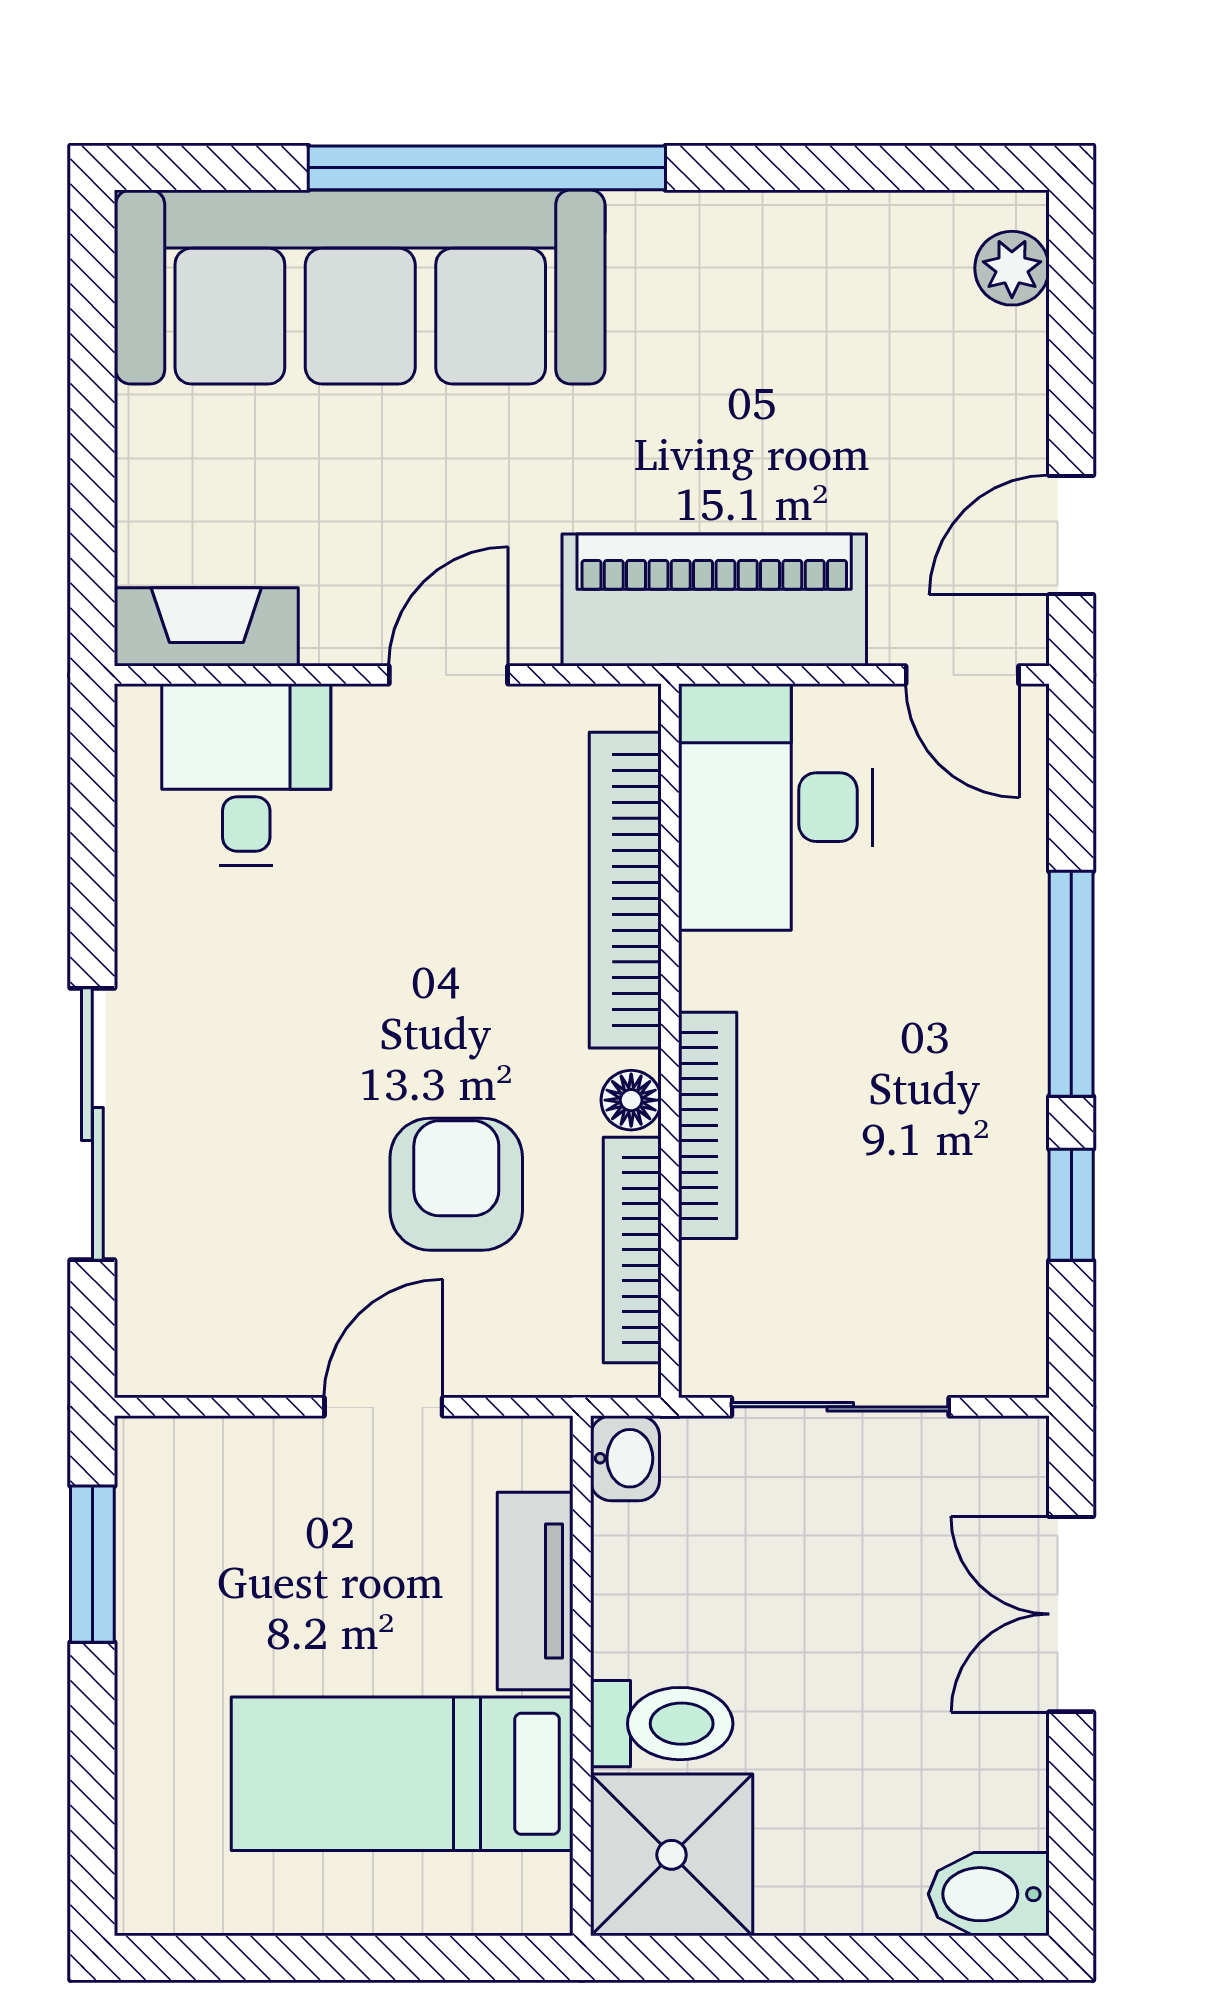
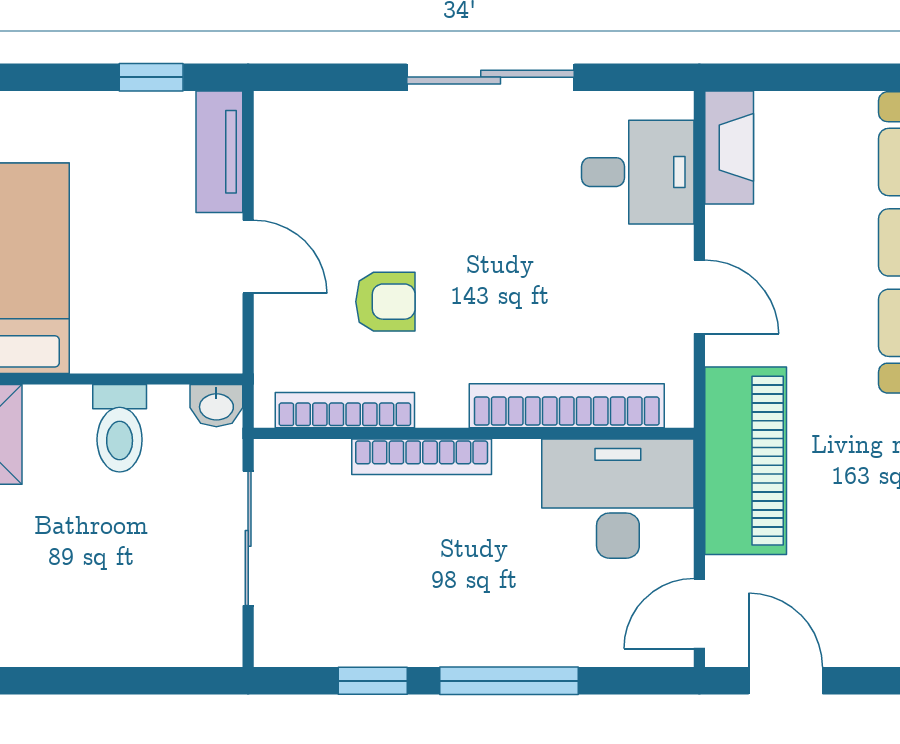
floor lamp: (631, 1100) -> (437, 409), removed
sliding door: (92, 1124) -> (491, 77), moved
armchair: (456, 1184) -> (385, 302), width x0.72, depth x0.72
window: (92, 1564) -> (151, 77), width x0.67
tv unit: (535, 1591) -> (219, 152), moved, turned -90
double door: (1071, 1614) -> (120, 681), removed
toilet: (662, 1724) -> (120, 428), moved

